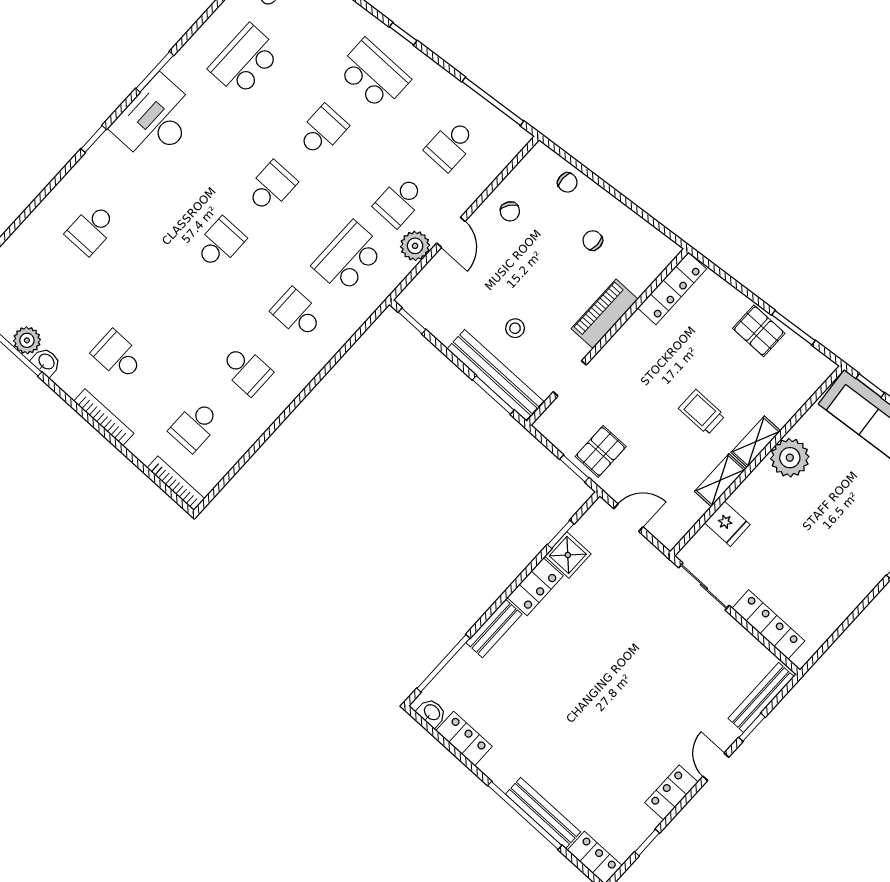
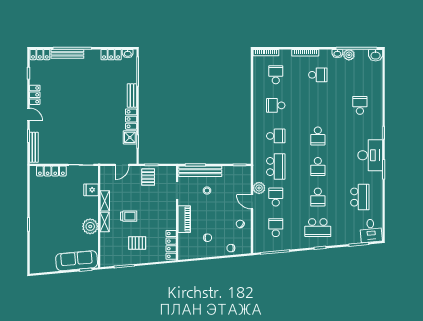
pallet: (759, 331) -> (137, 243), moved

